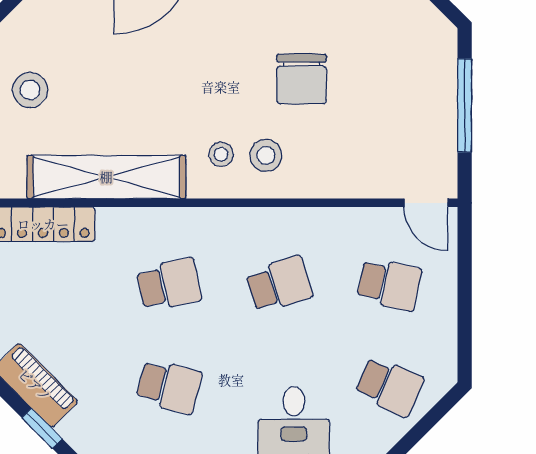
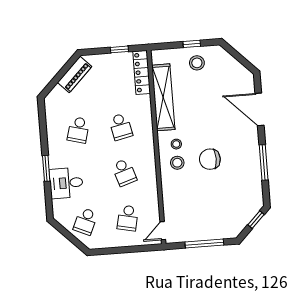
chair: (302, 79) -> (210, 159), moved
window: (42, 428) -> (57, 79), removed

